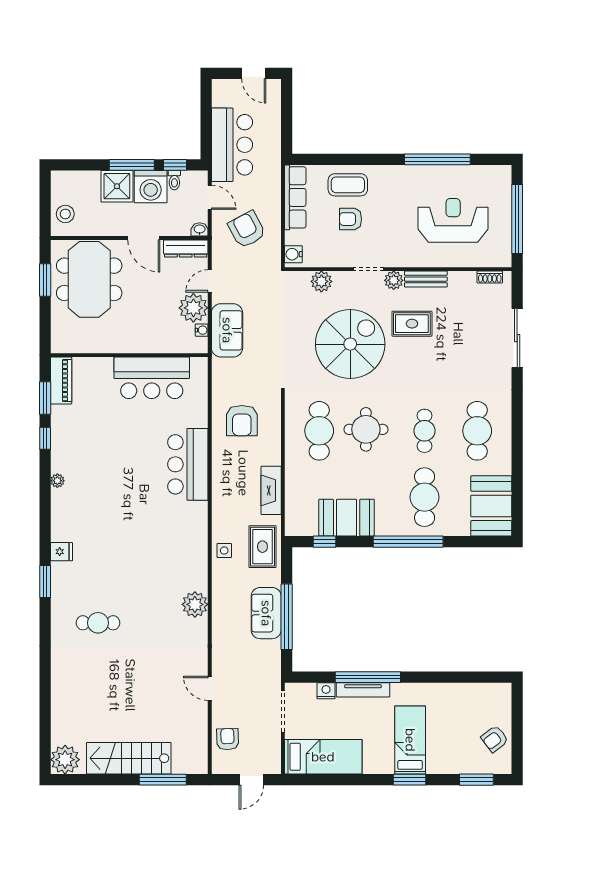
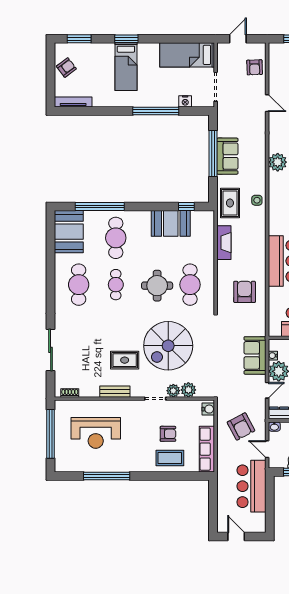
plant: (394, 280) -> (173, 391), moved
window: (408, 542) -> (100, 206), moved
tv unit: (363, 690) -> (73, 102), moved

